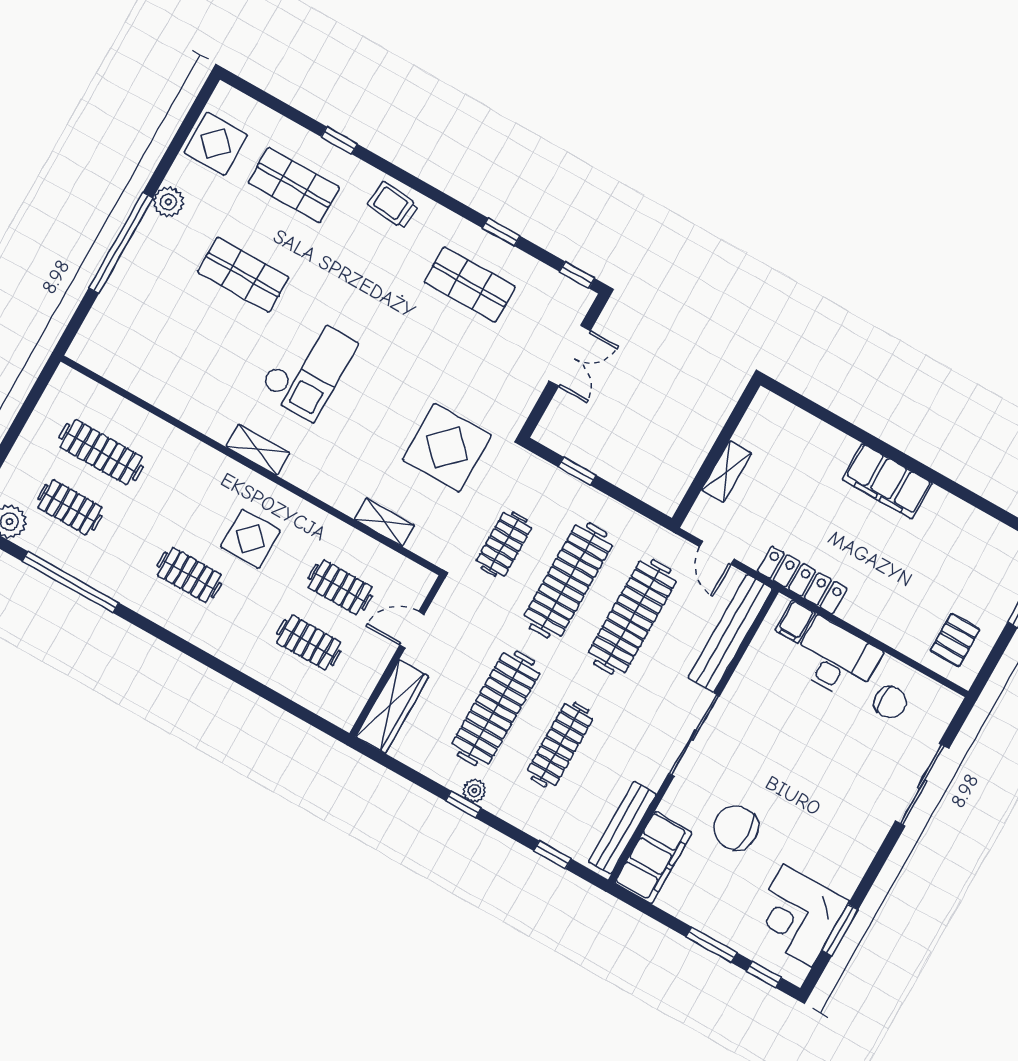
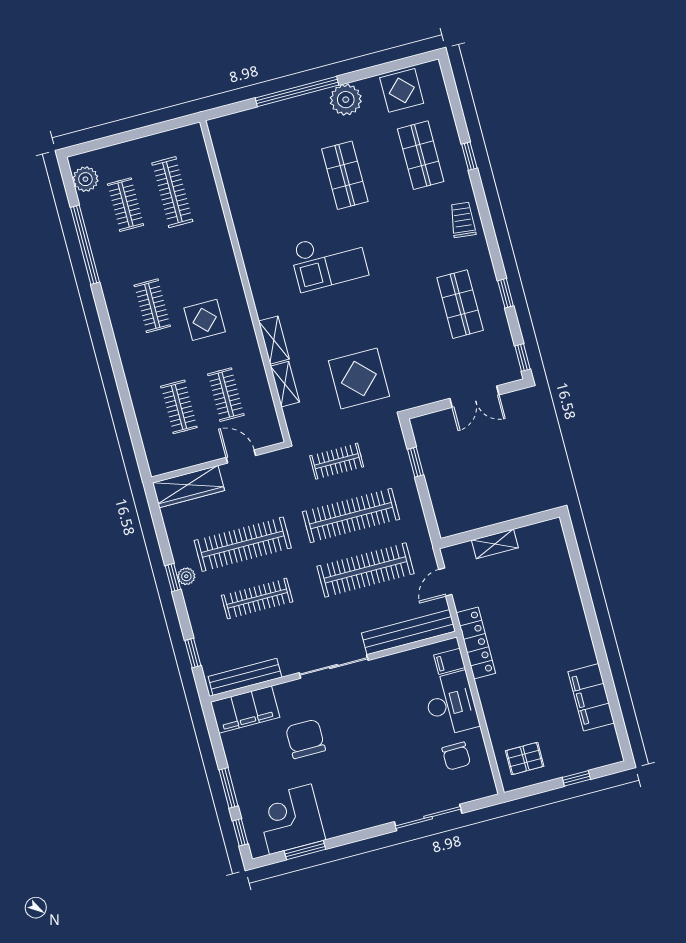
plant: (168, 202) -> (346, 100), width x1.36, depth x1.36
shelving: (258, 450) -> (274, 340), moved
filing cabinet: (887, 481) -> (591, 697), moved

